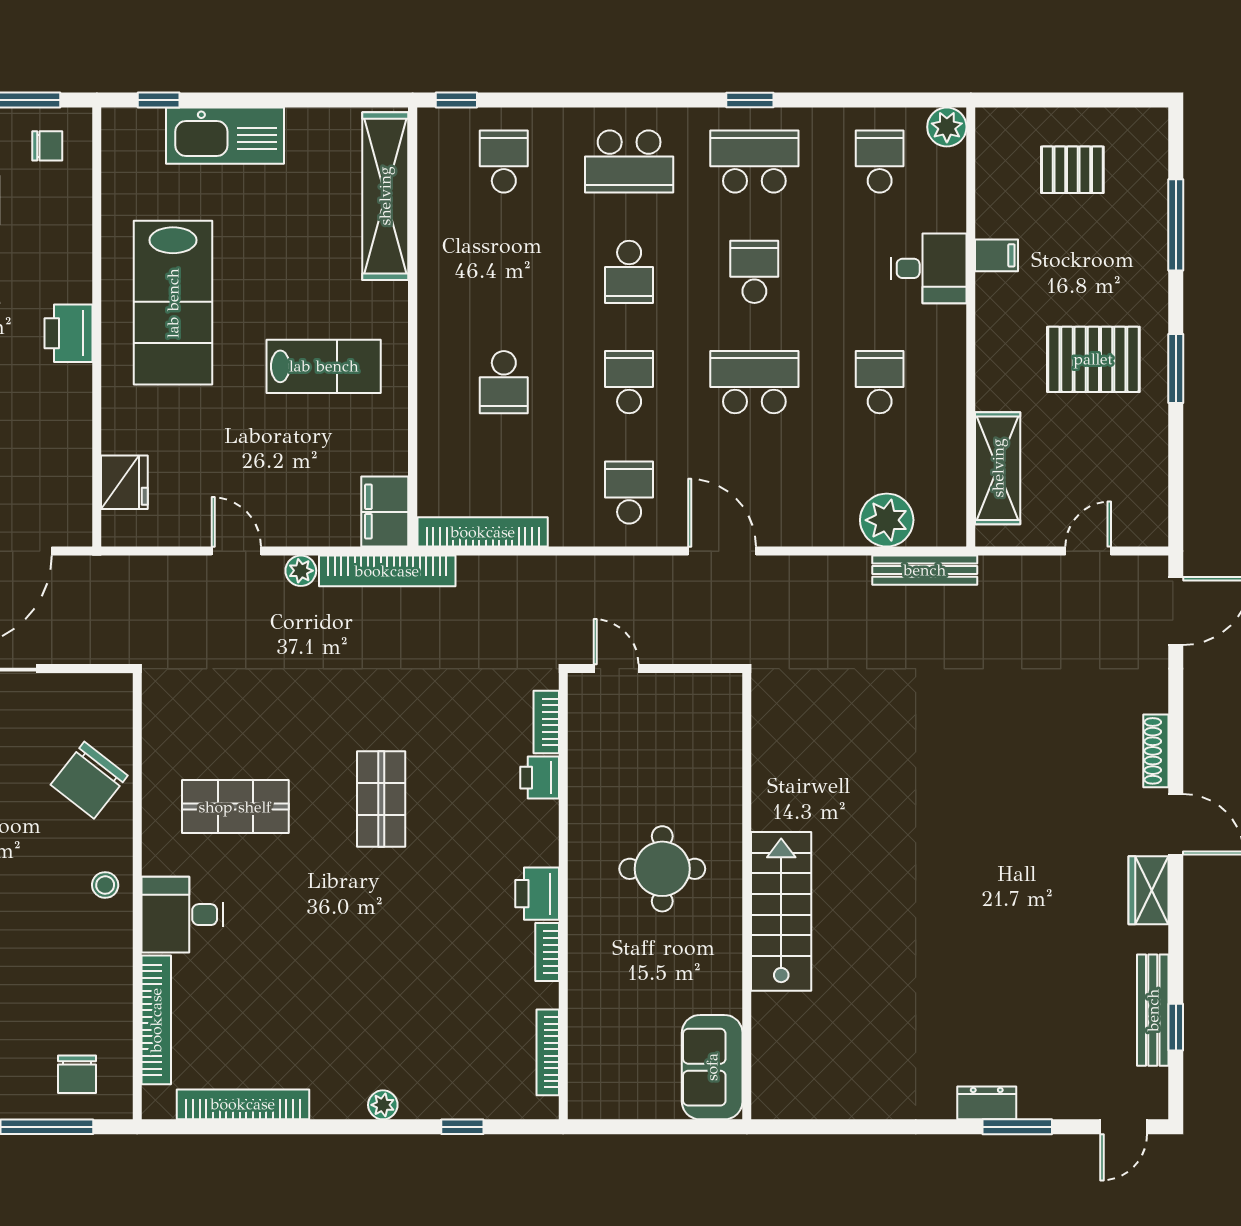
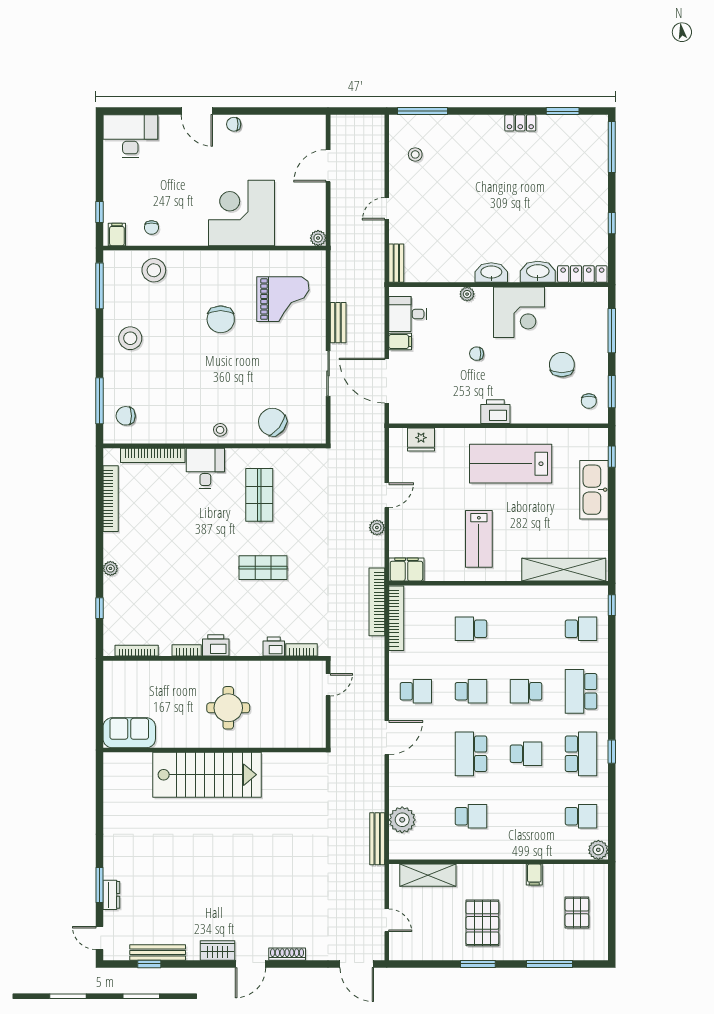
desk: (929, 268) -> (528, 841), removed
school desk: (754, 382) -> (471, 754), turned 180
bookcase: (387, 571) -> (377, 602), moved
stairs: (781, 911) -> (207, 775), width x1.36, depth x1.51
dresser: (987, 1103) -> (111, 895), moved

